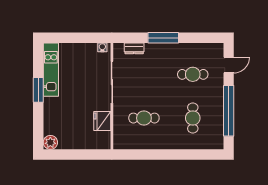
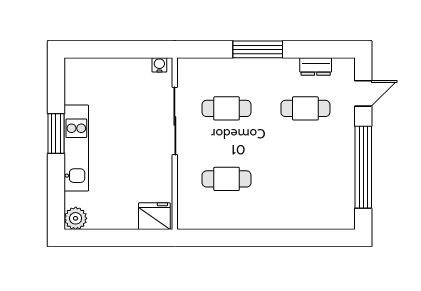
dresser: (134, 48) -> (316, 67), moved
kitchen unit: (51, 70) -> (76, 148), moved
cafe table: (193, 118) -> (227, 108), moved, turned 90
fridge: (102, 121) -> (154, 216), moved, turned 90

